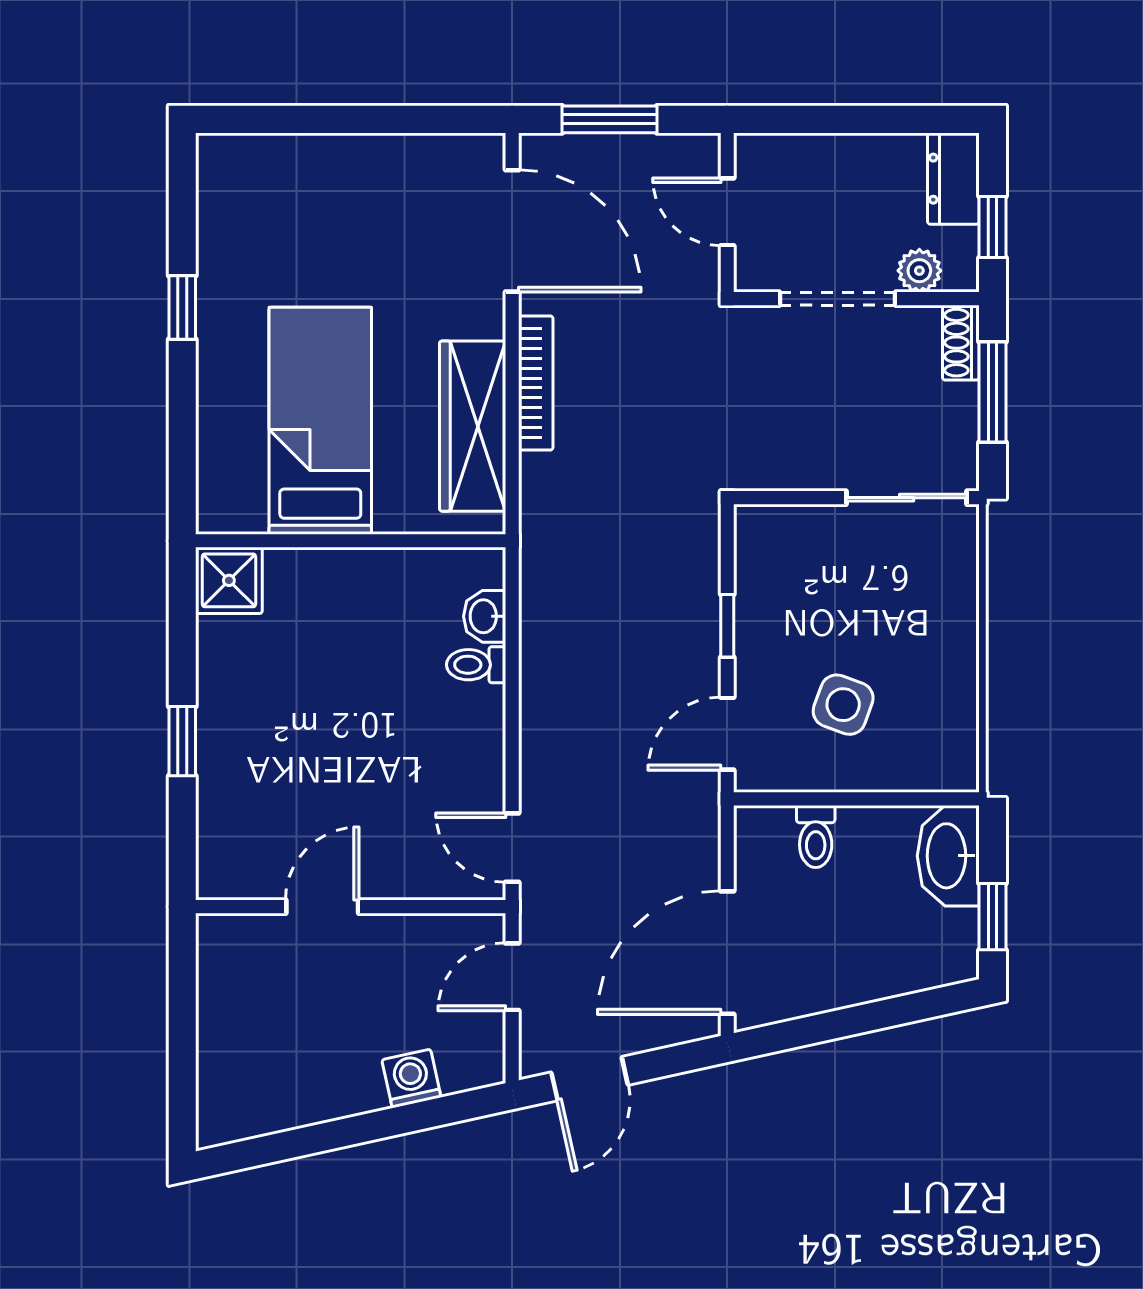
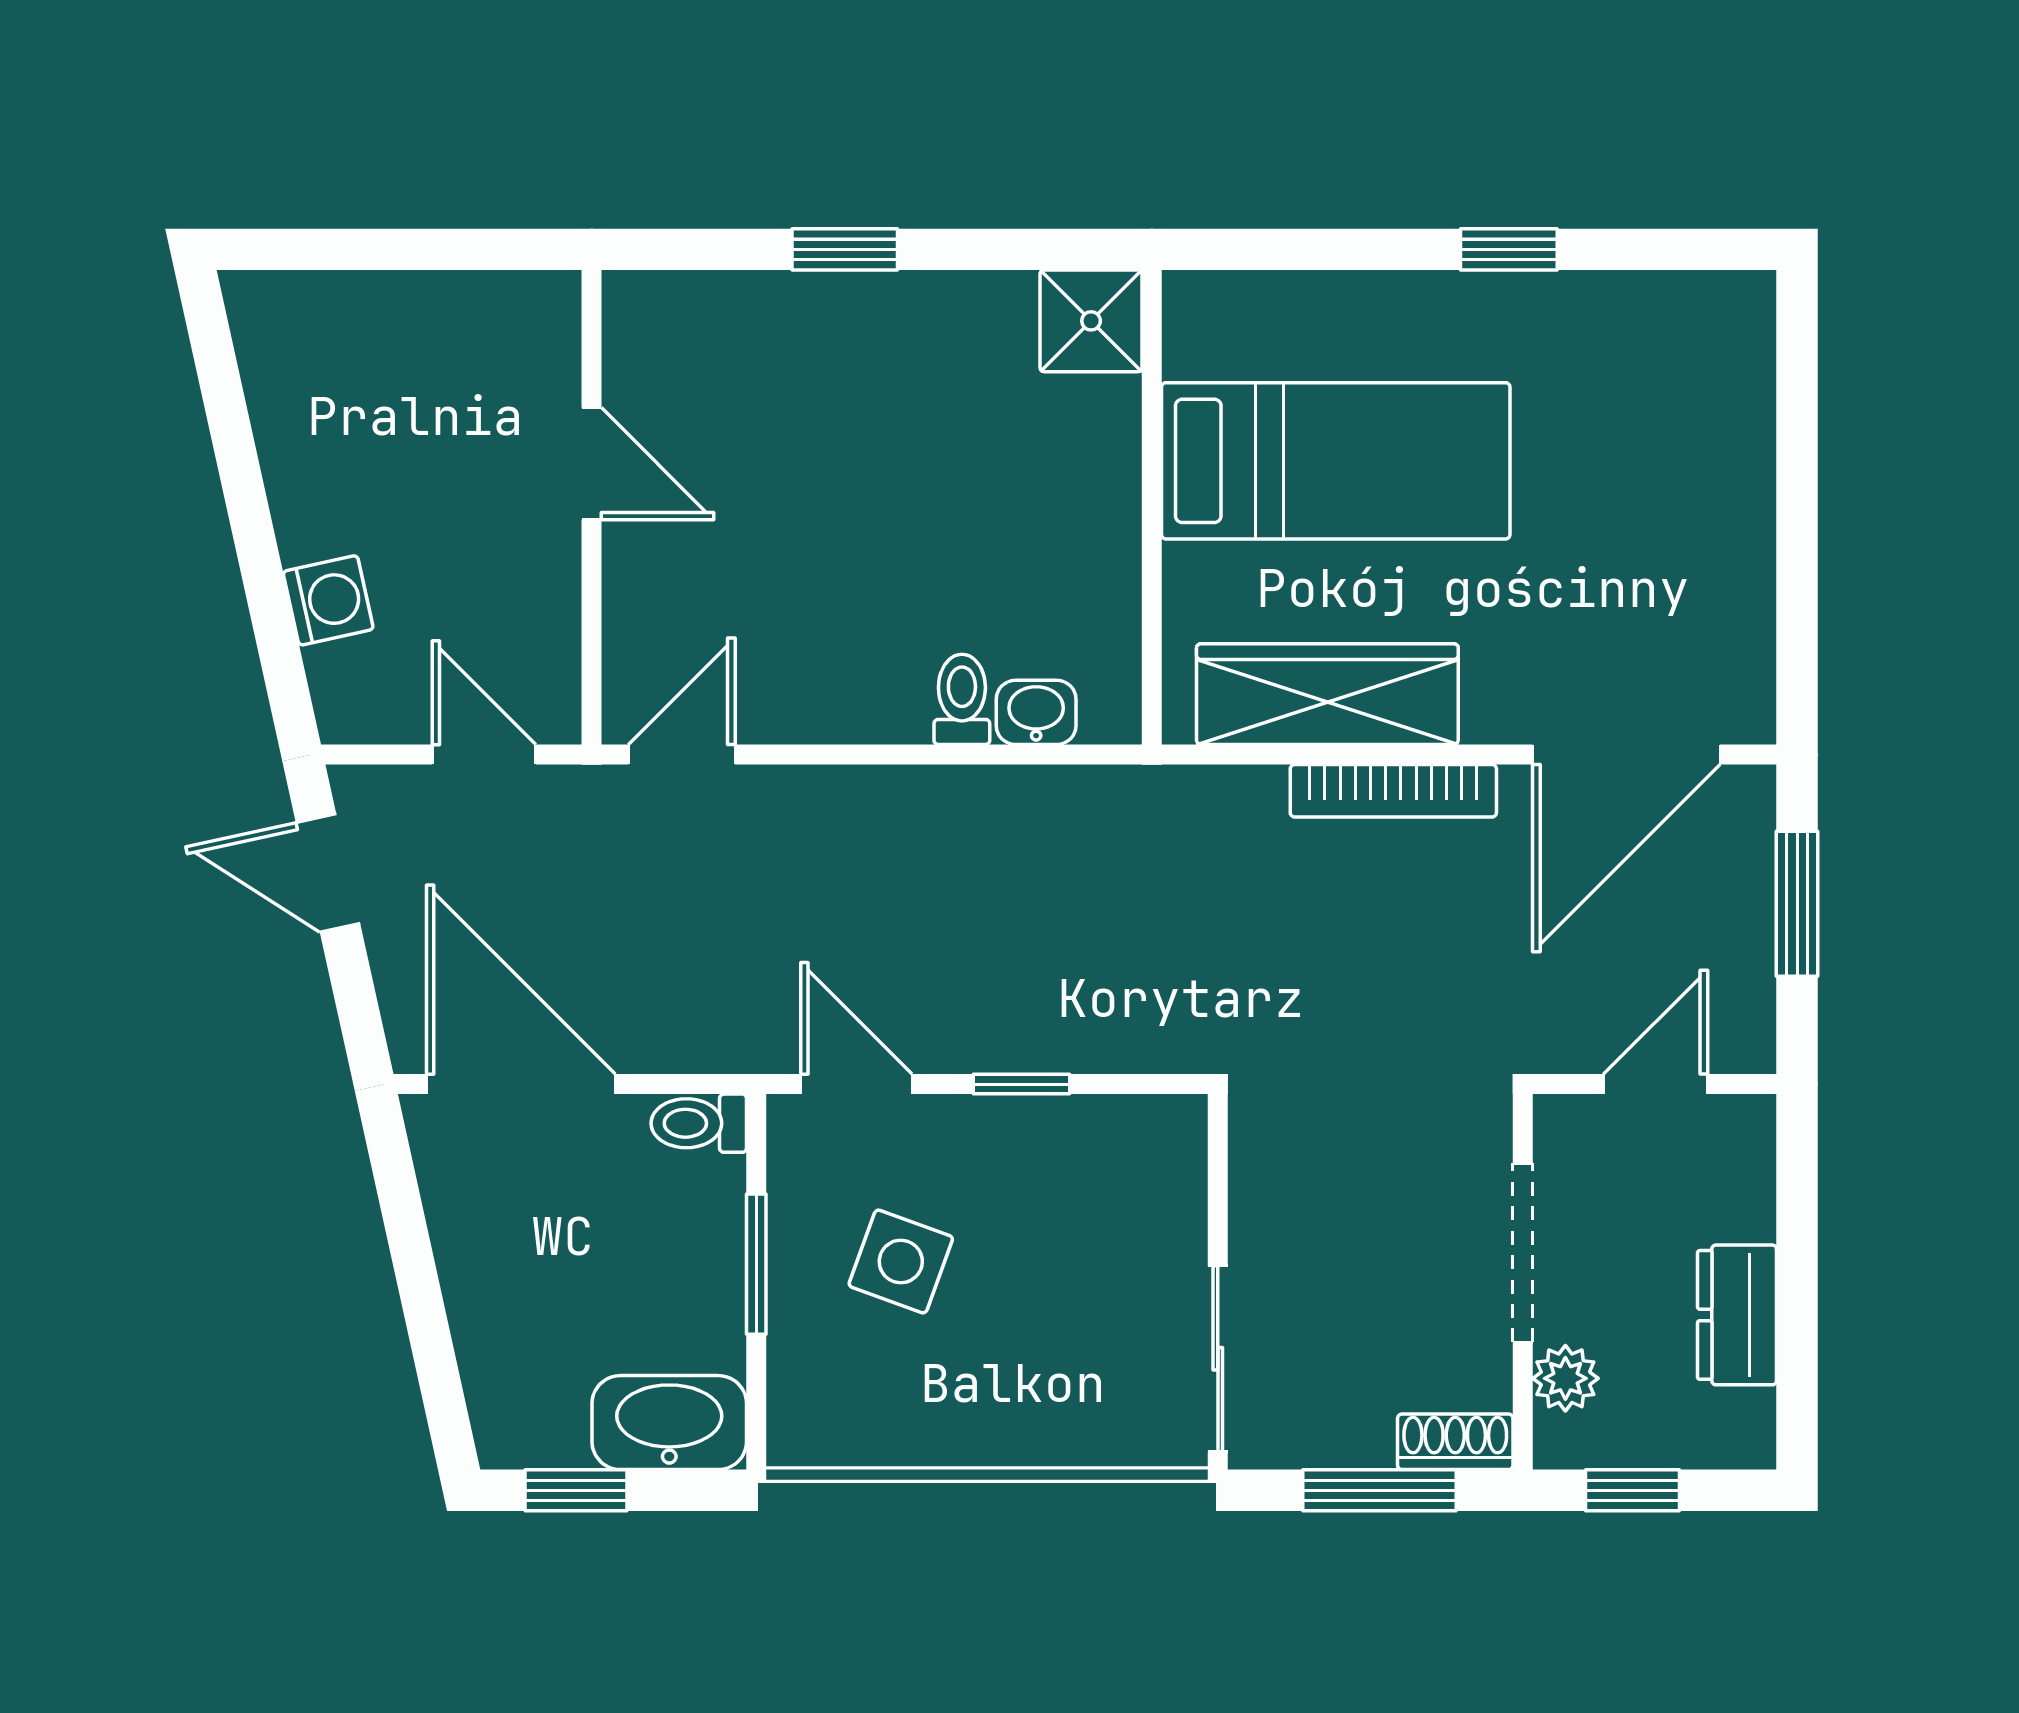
dresser: (953, 179) -> (1737, 1315), moved, turned -90
window: (845, 799) -> (756, 1264), added
toilet: (816, 837) -> (699, 1123), moved

